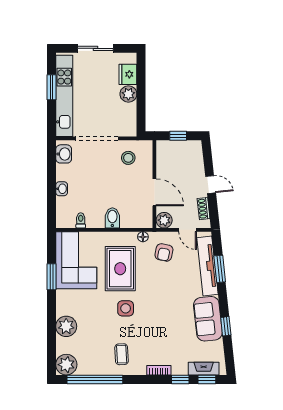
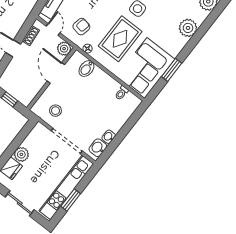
washbasin: (62, 189) -> (109, 137), moved
bidet: (112, 218) -> (86, 69), moved

